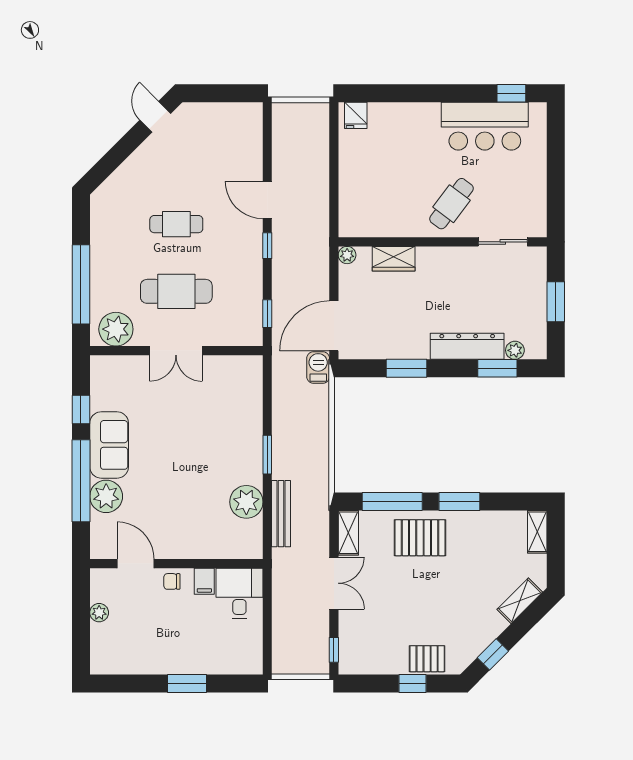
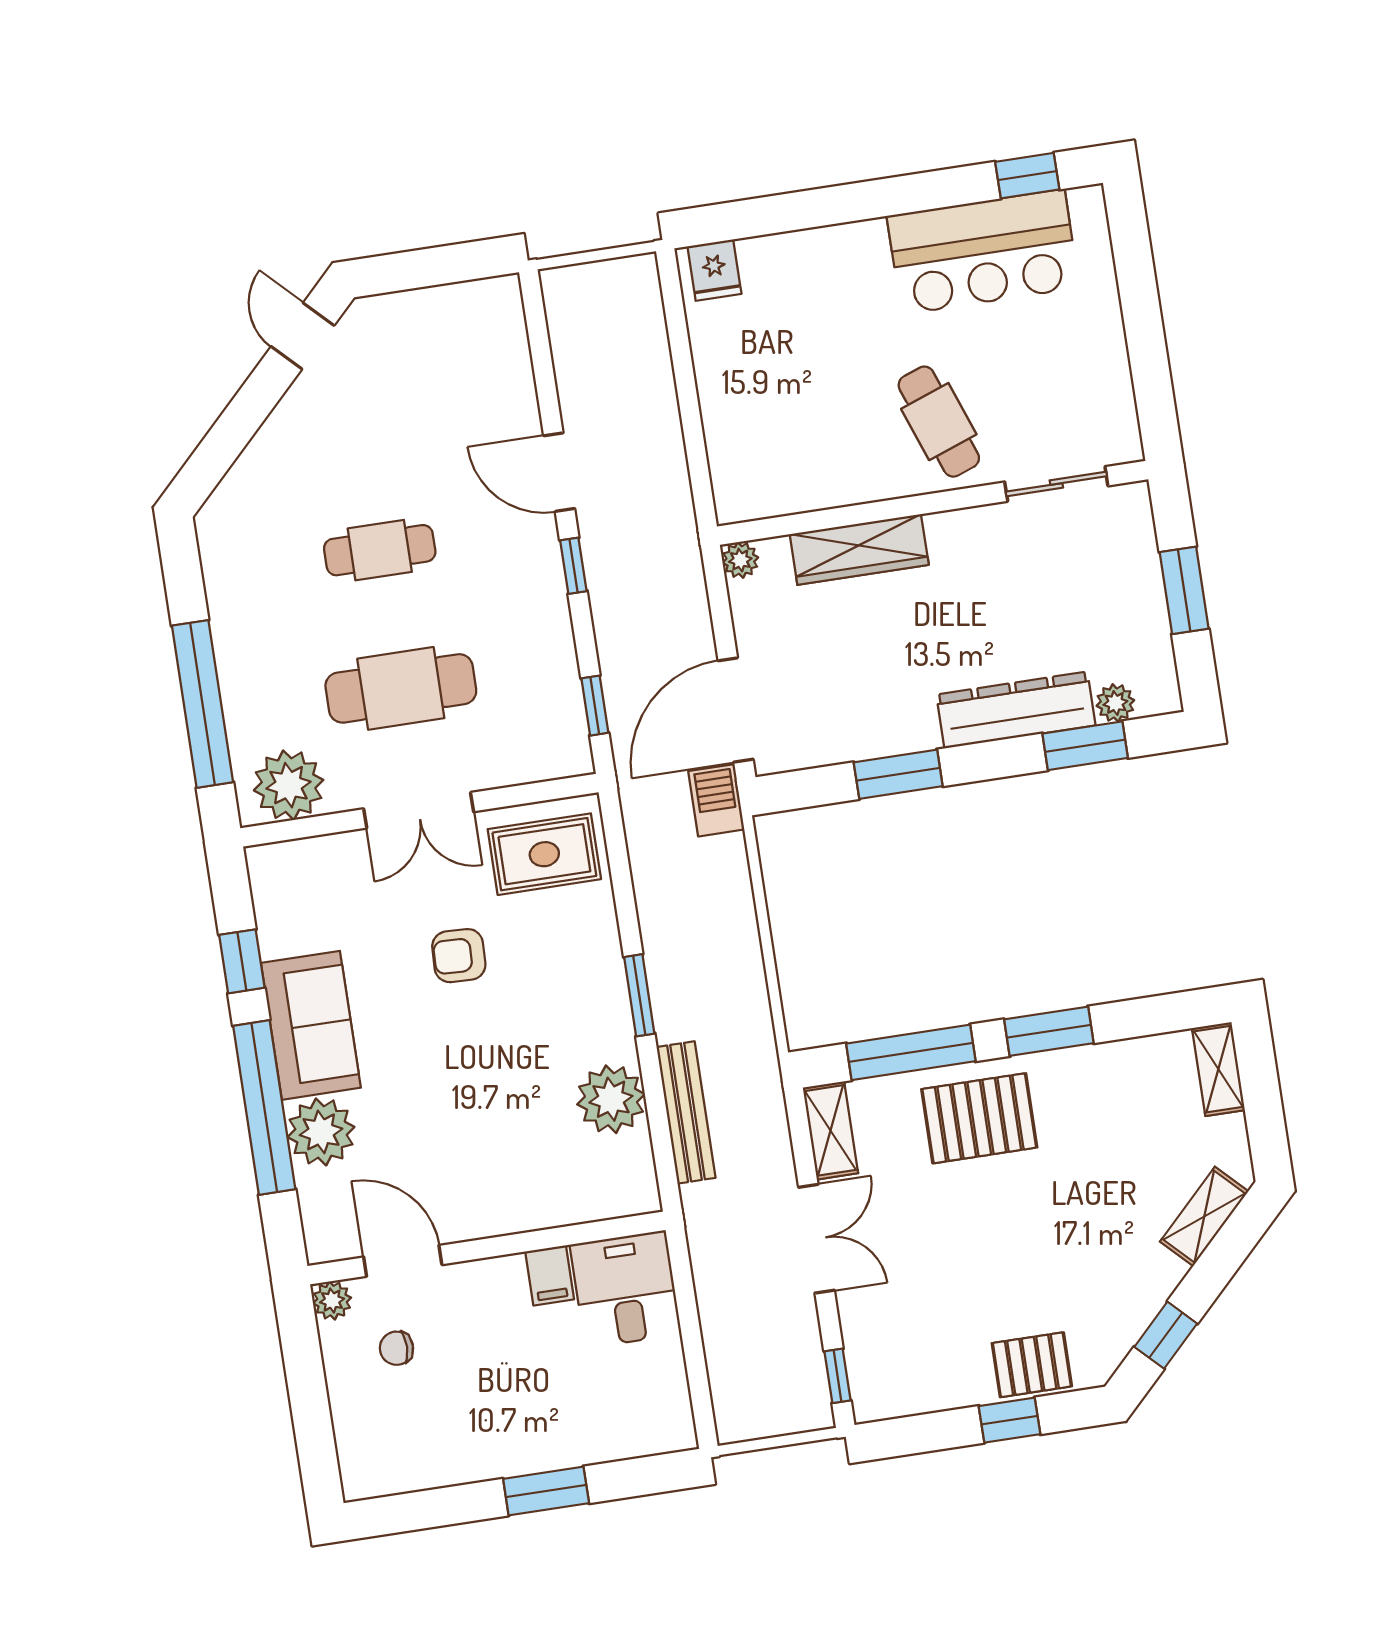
cafe table: (451, 204) -> (939, 422), turned -57
wardrobe: (394, 259) -> (859, 549), width x1.50
rug: (232, 381) -> (544, 854), added
armchair: (184, 423) -> (459, 956), added
chair: (172, 581) -> (396, 1348), moved
plant: (99, 613) -> (332, 1301), moved

